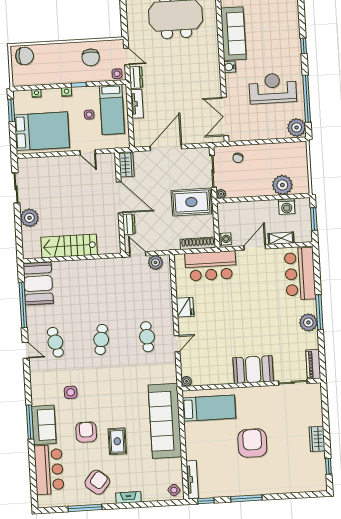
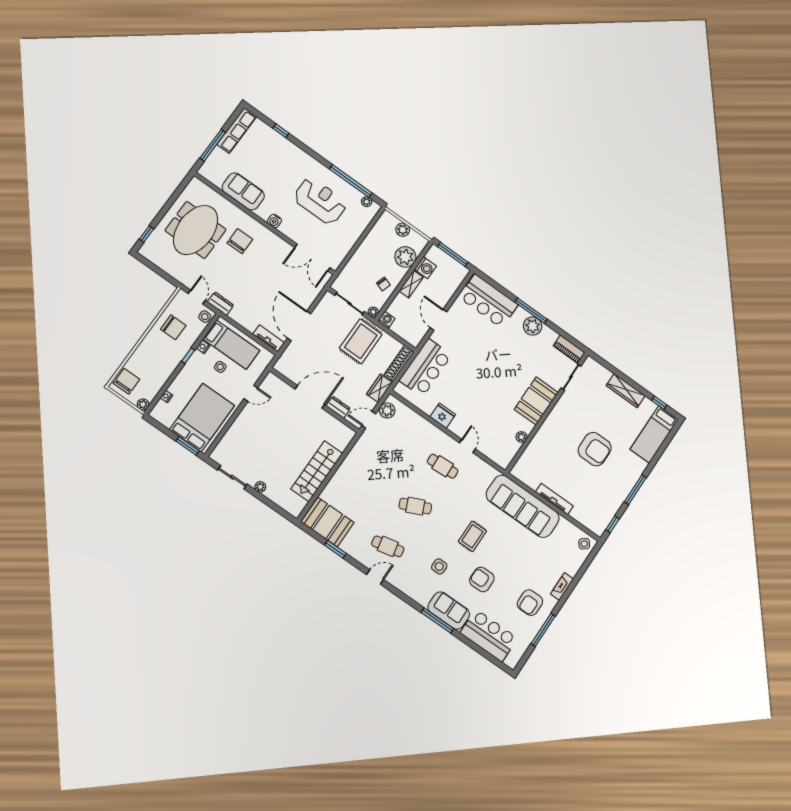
sofa: (233, 34) -> (243, 191), width x0.73
window: (304, 46) -> (281, 131), moved
chair: (194, 54) -> (240, 241), added
door: (127, 56) -> (197, 297), hinge flipped
plant: (17, 81) -> (143, 404), added
reception desk: (273, 88) -> (320, 201), turned 90
nightstand: (67, 92) -> (203, 347), moved
tv unit: (137, 104) -> (269, 338), moved
window: (11, 110) -> (188, 446), moved
plant: (297, 127) -> (367, 202), width x0.53, depth x0.53
chair: (238, 158) -> (383, 284), moved
wardrobe: (127, 165) -> (379, 388), moved, turned -90
plant: (302, 167) -> (403, 230), added
plant: (29, 218) -> (260, 487), width x0.53, depth x0.53
window: (314, 219) -> (453, 254), width x1.44
shelving: (281, 238) -> (411, 284), moved
washing machine: (225, 239) -> (386, 320), moved
window: (23, 305) -> (335, 549), width x0.47
cafe table: (101, 339) -> (415, 506), turned -33
plant: (186, 381) -> (521, 437), moved
bed: (209, 408) -> (654, 434), moved, turned 180
wardrobe: (317, 439) -> (626, 391), width x1.50
rug: (117, 441) -> (472, 536), moved, turned 90
armchair: (252, 443) -> (595, 449), turned 180
tv unit: (192, 479) -> (554, 499), moved
armchair: (97, 482) -> (530, 603), turned -129

